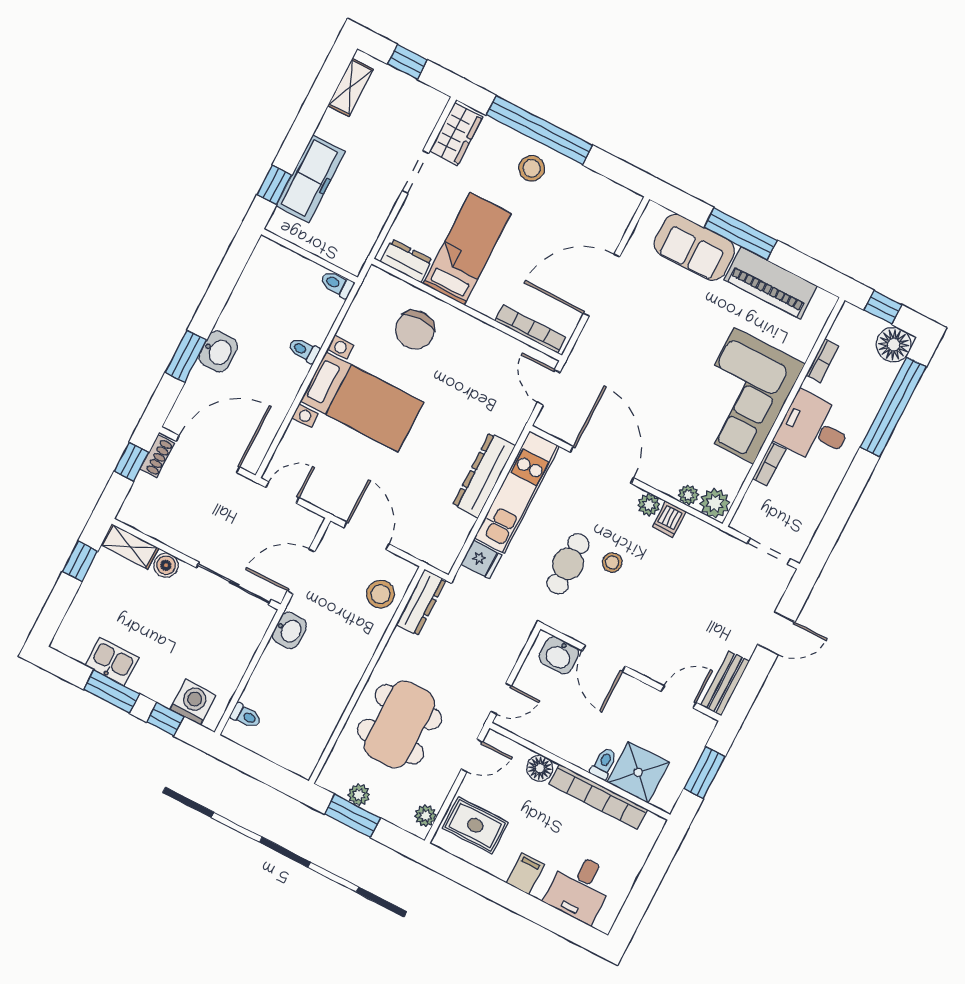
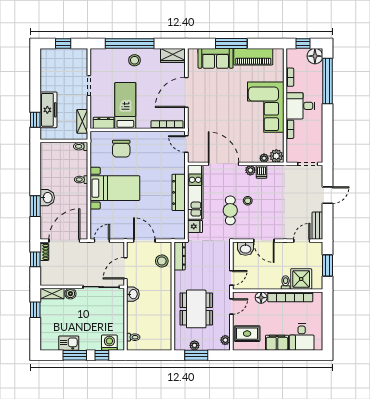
shelving: (350, 87) -> (82, 121), moved
wardrobe: (456, 134) -> (173, 55), moved, turned 90
filing cabinet: (525, 874) -> (277, 343), width x2.00

